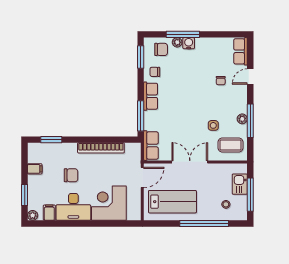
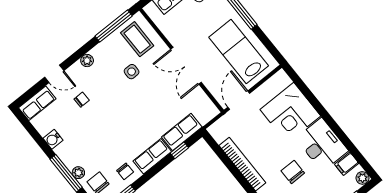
water cooler: (189, 43) -> (53, 139), moved
window: (141, 116) -> (179, 150), width x0.46
plant: (242, 119) -> (87, 61), moved
window: (250, 121) -> (114, 26), moved
row of seats: (151, 146) -> (182, 132), moved
door: (142, 177) -> (239, 100), hinge flipped

